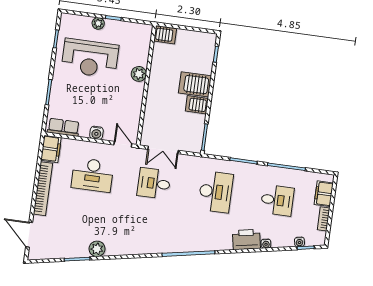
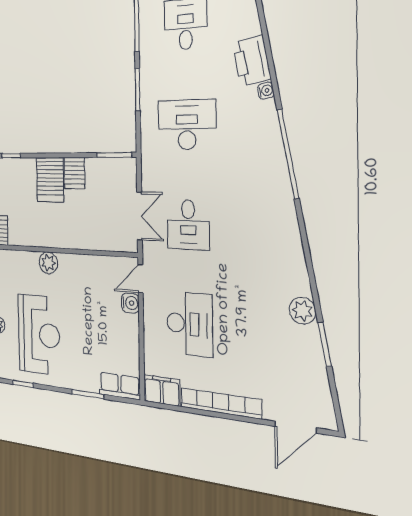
row of seats: (63, 127) -> (120, 386), moved, turned 90
water cooler: (96, 133) -> (130, 303), moved
water cooler: (266, 244) -> (266, 91), moved

